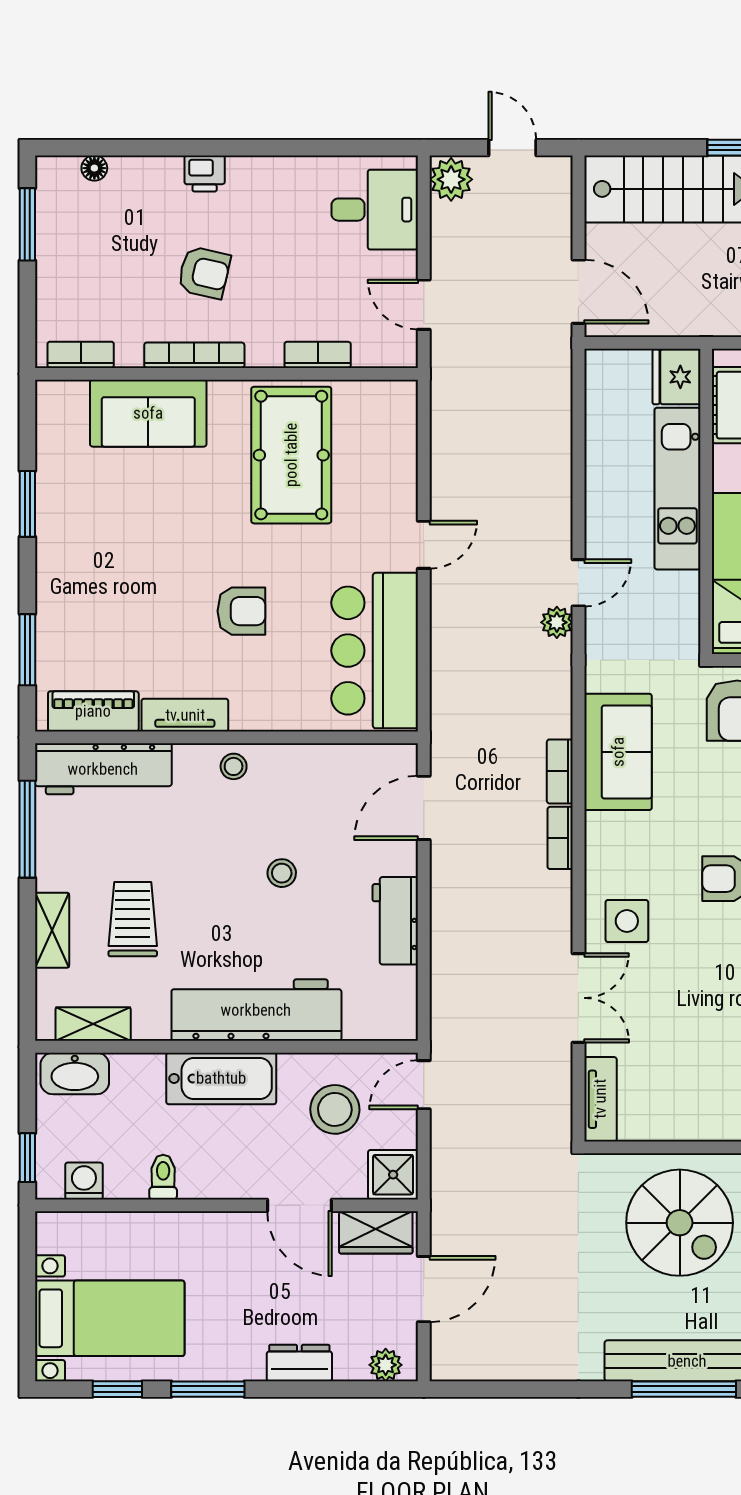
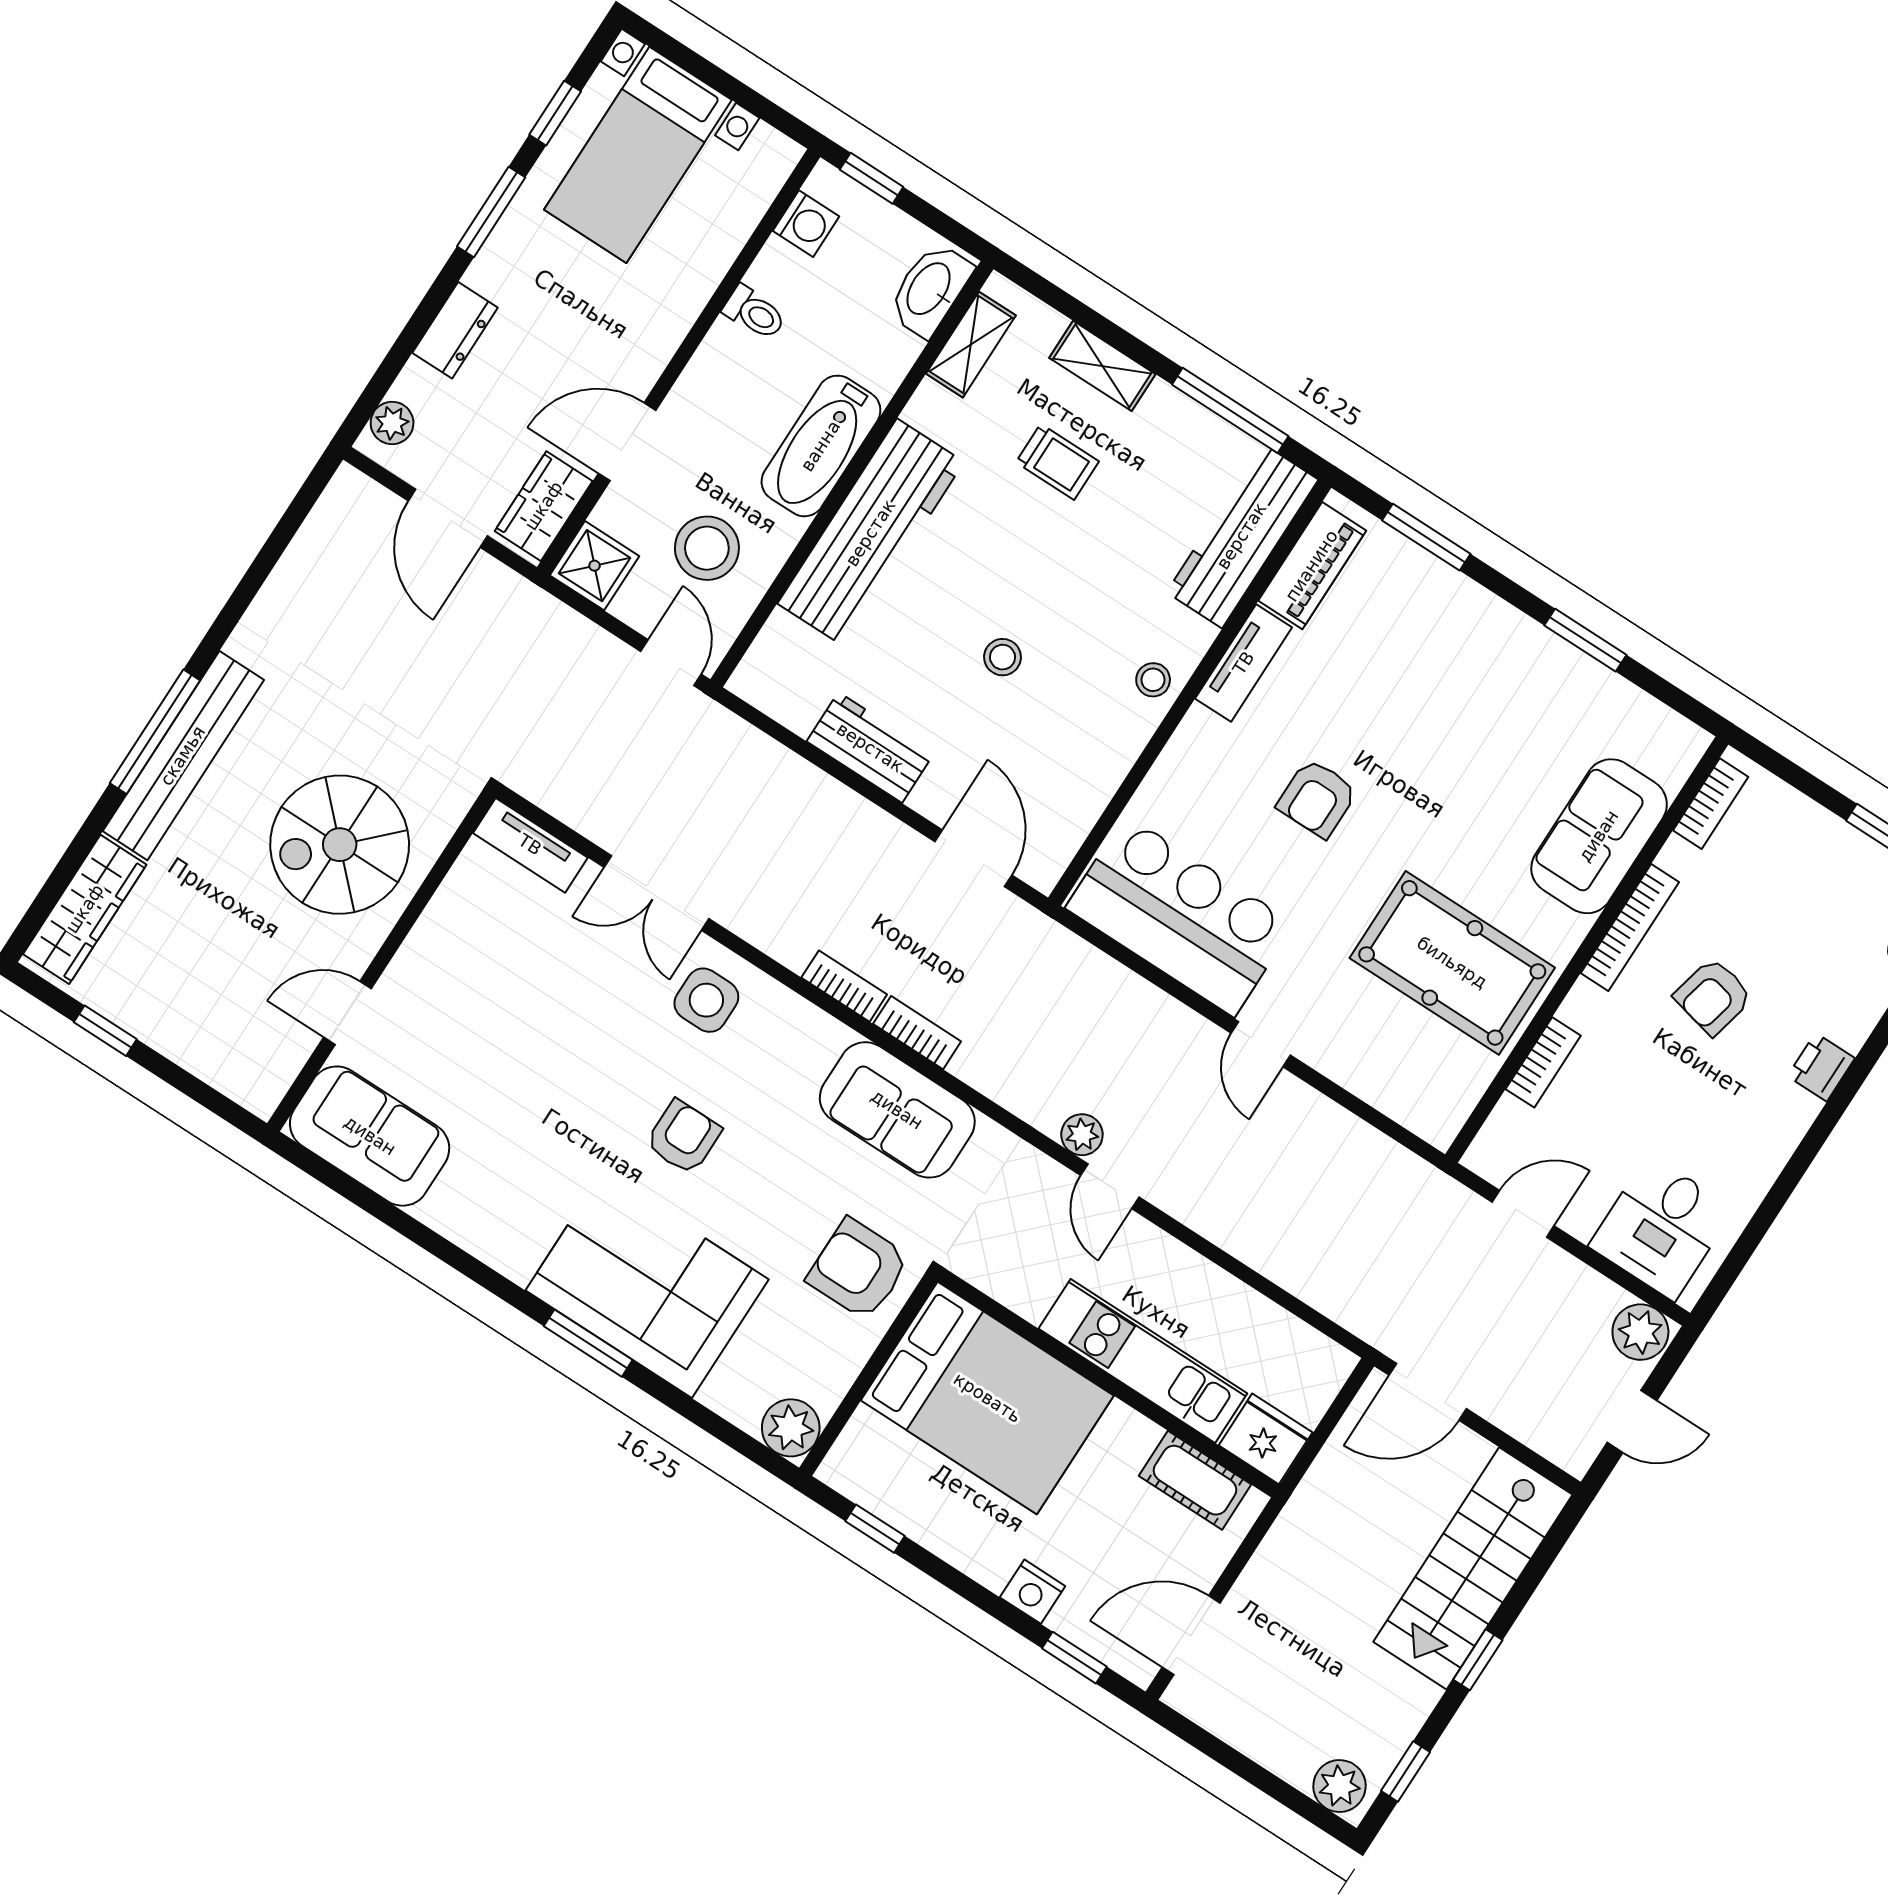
trolley: (133, 919) -> (1057, 462), width x0.73, depth x0.72

